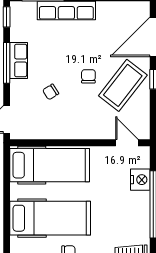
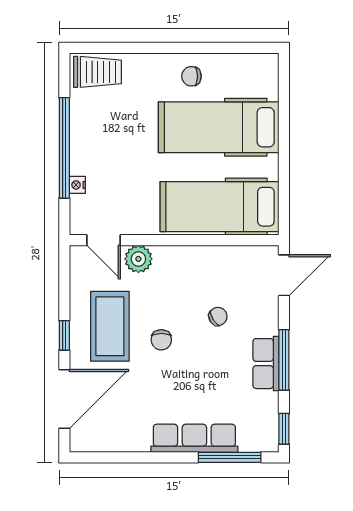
coffee table: (123, 85) -> (110, 326), turned -38
plant: (104, 130) -> (138, 259), added
nightstand: (140, 180) -> (77, 185), width x0.53, depth x0.56

